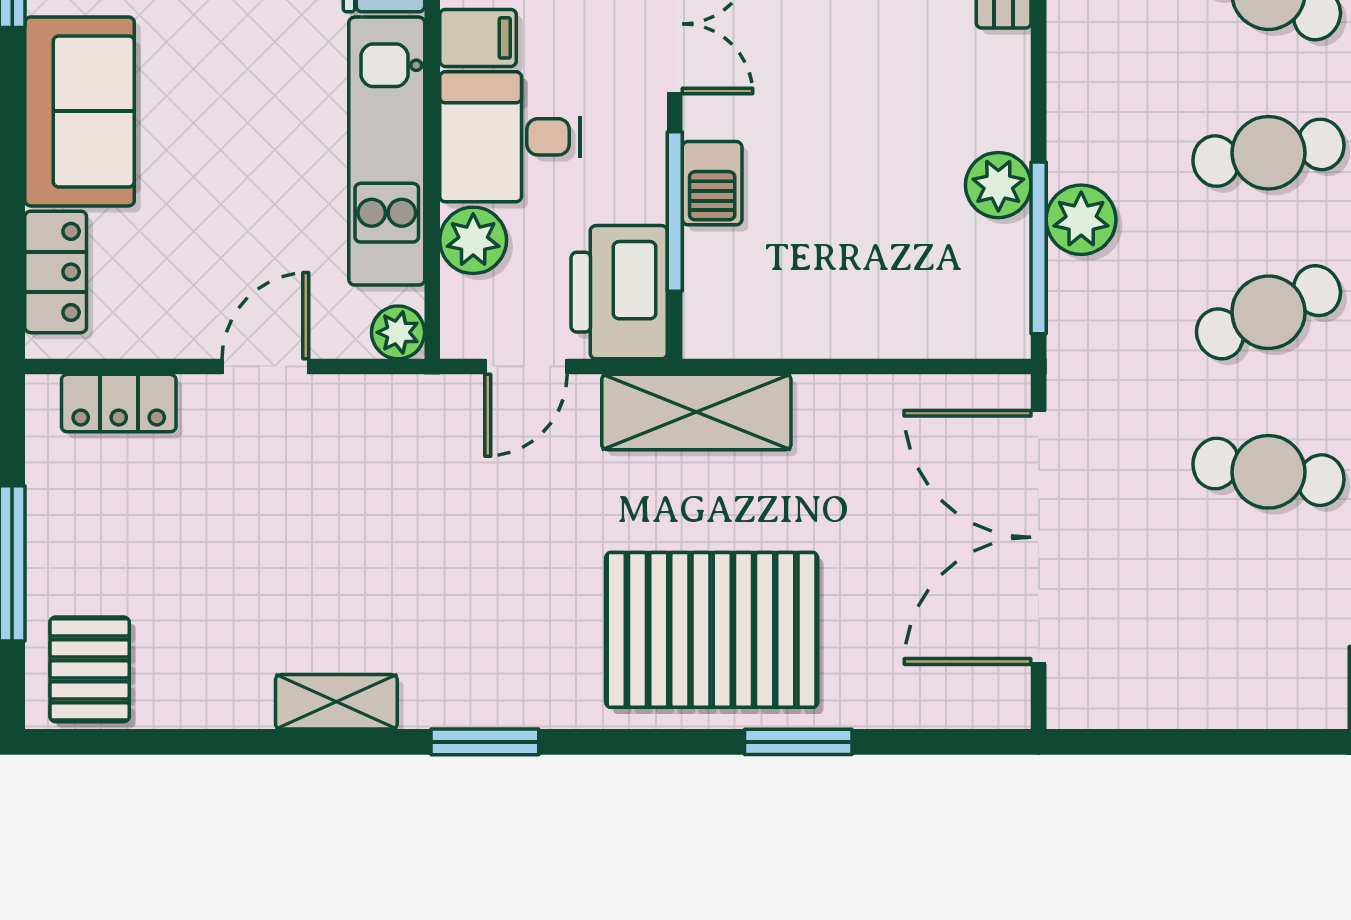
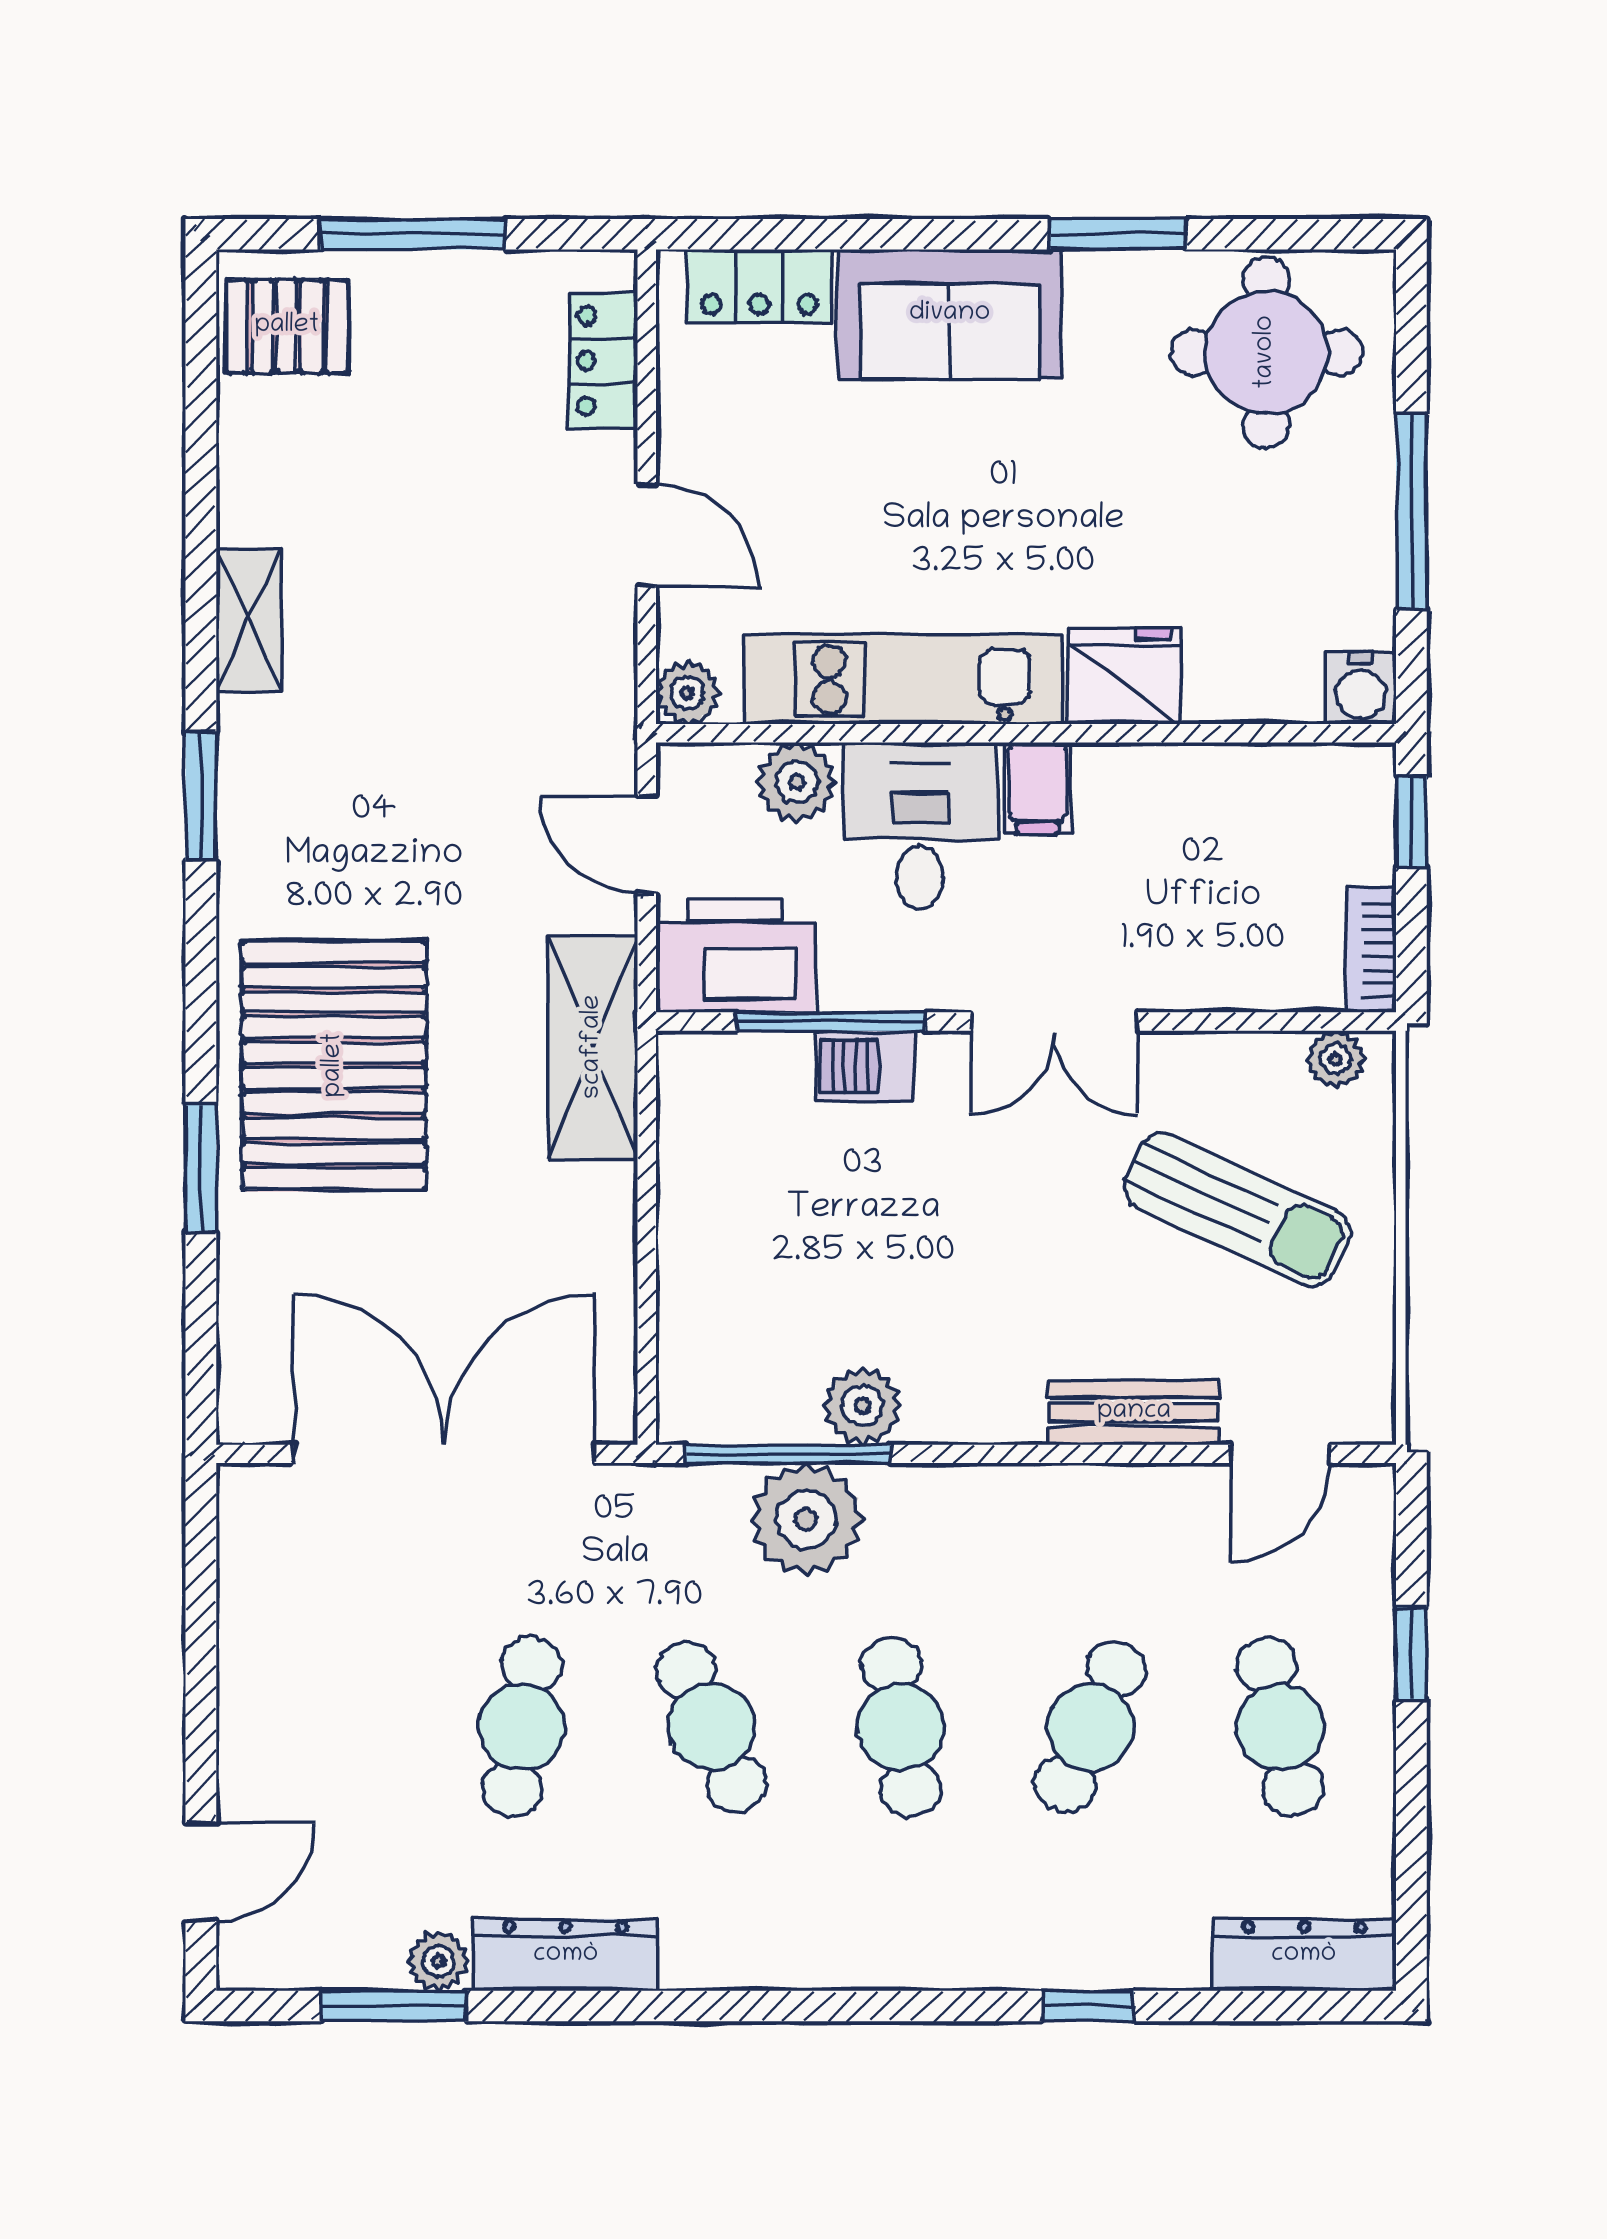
plant: (1081, 220) -> (806, 1519), width x1.36, depth x1.36

